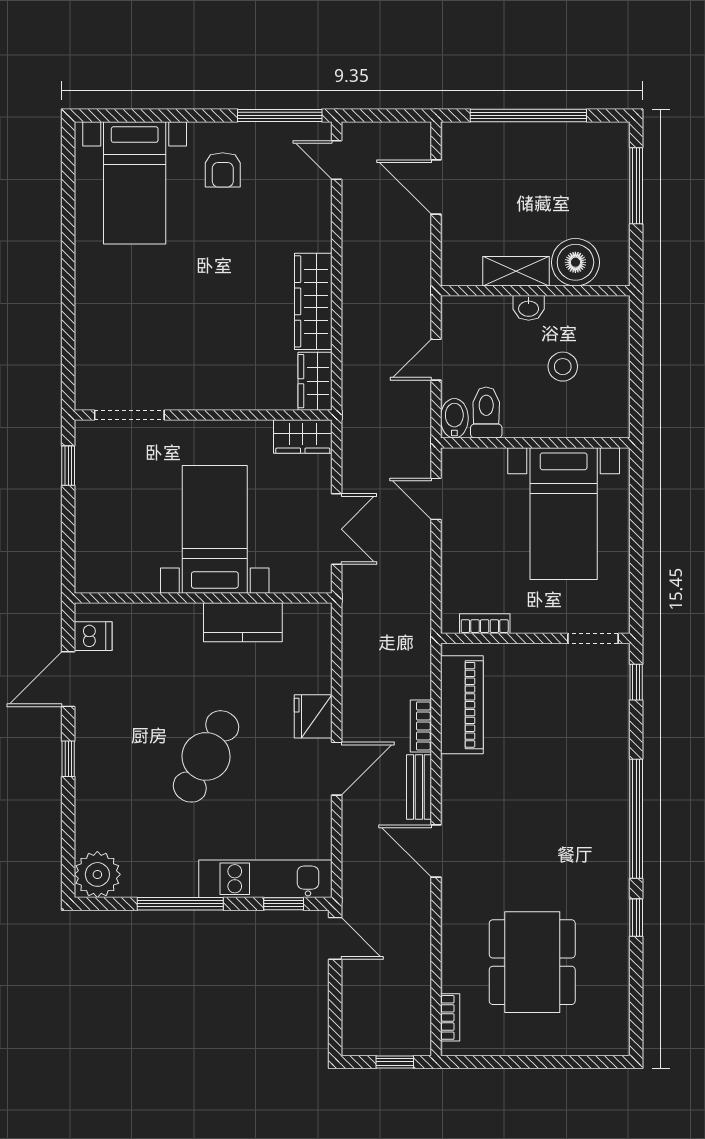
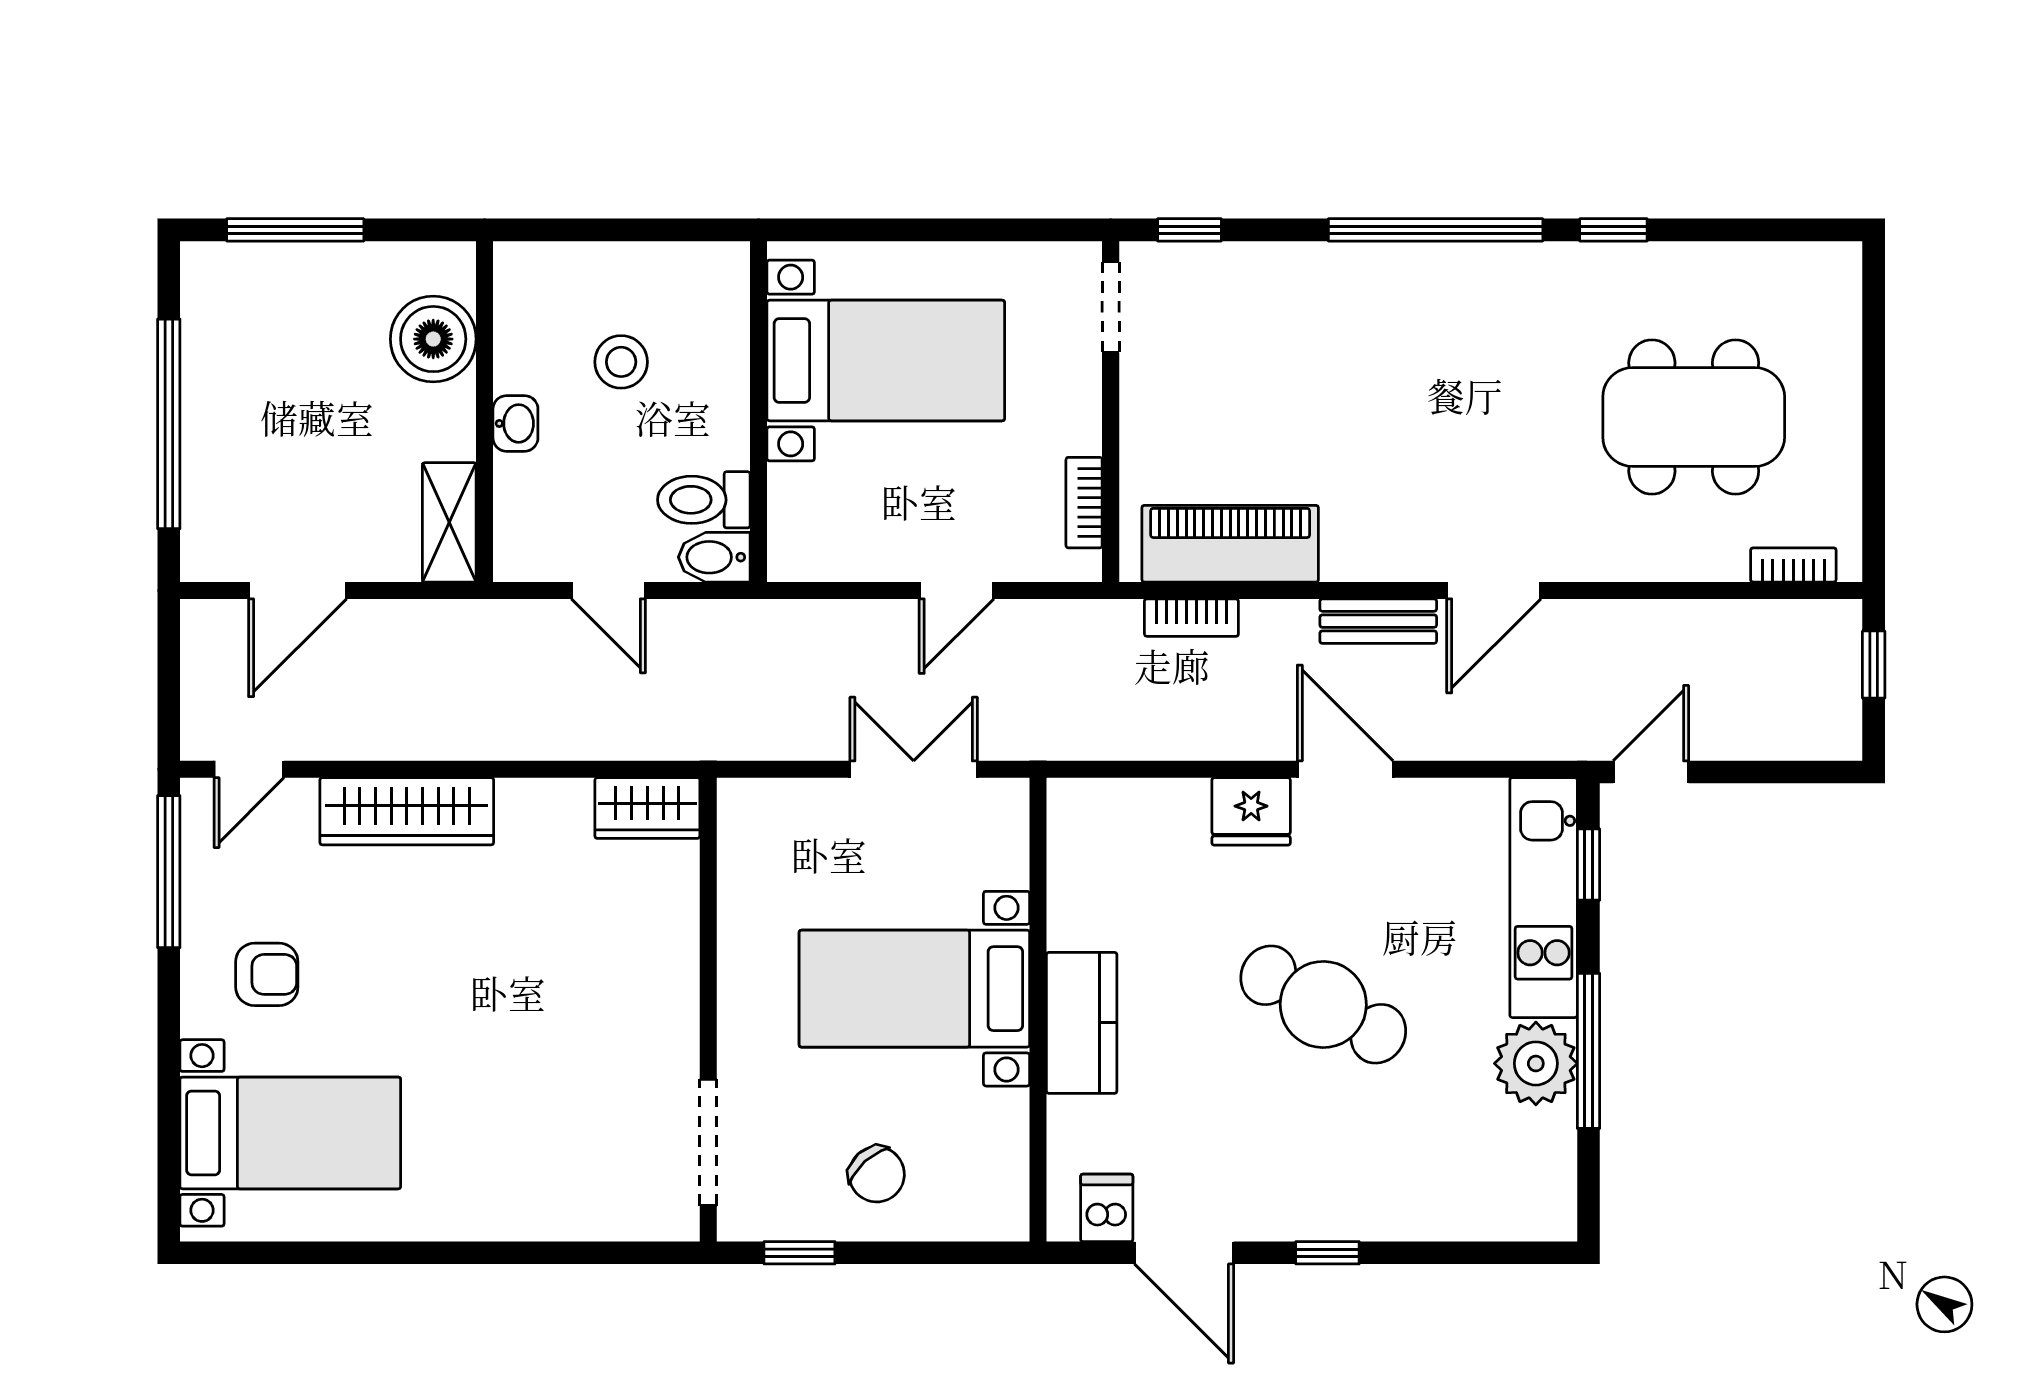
shelving: (516, 271) -> (449, 522), moved
wardrobe: (313, 301) -> (407, 811), moved
wardrobe: (303, 436) -> (747, 830), removed
door: (436, 499) -> (957, 590), moved
chair: (112, 509) -> (877, 1174), added
kitchen counter: (243, 622) -> (1082, 1023), moved
bookcase: (421, 726) -> (1191, 618), moved
plant: (97, 874) -> (1536, 1063), moved

